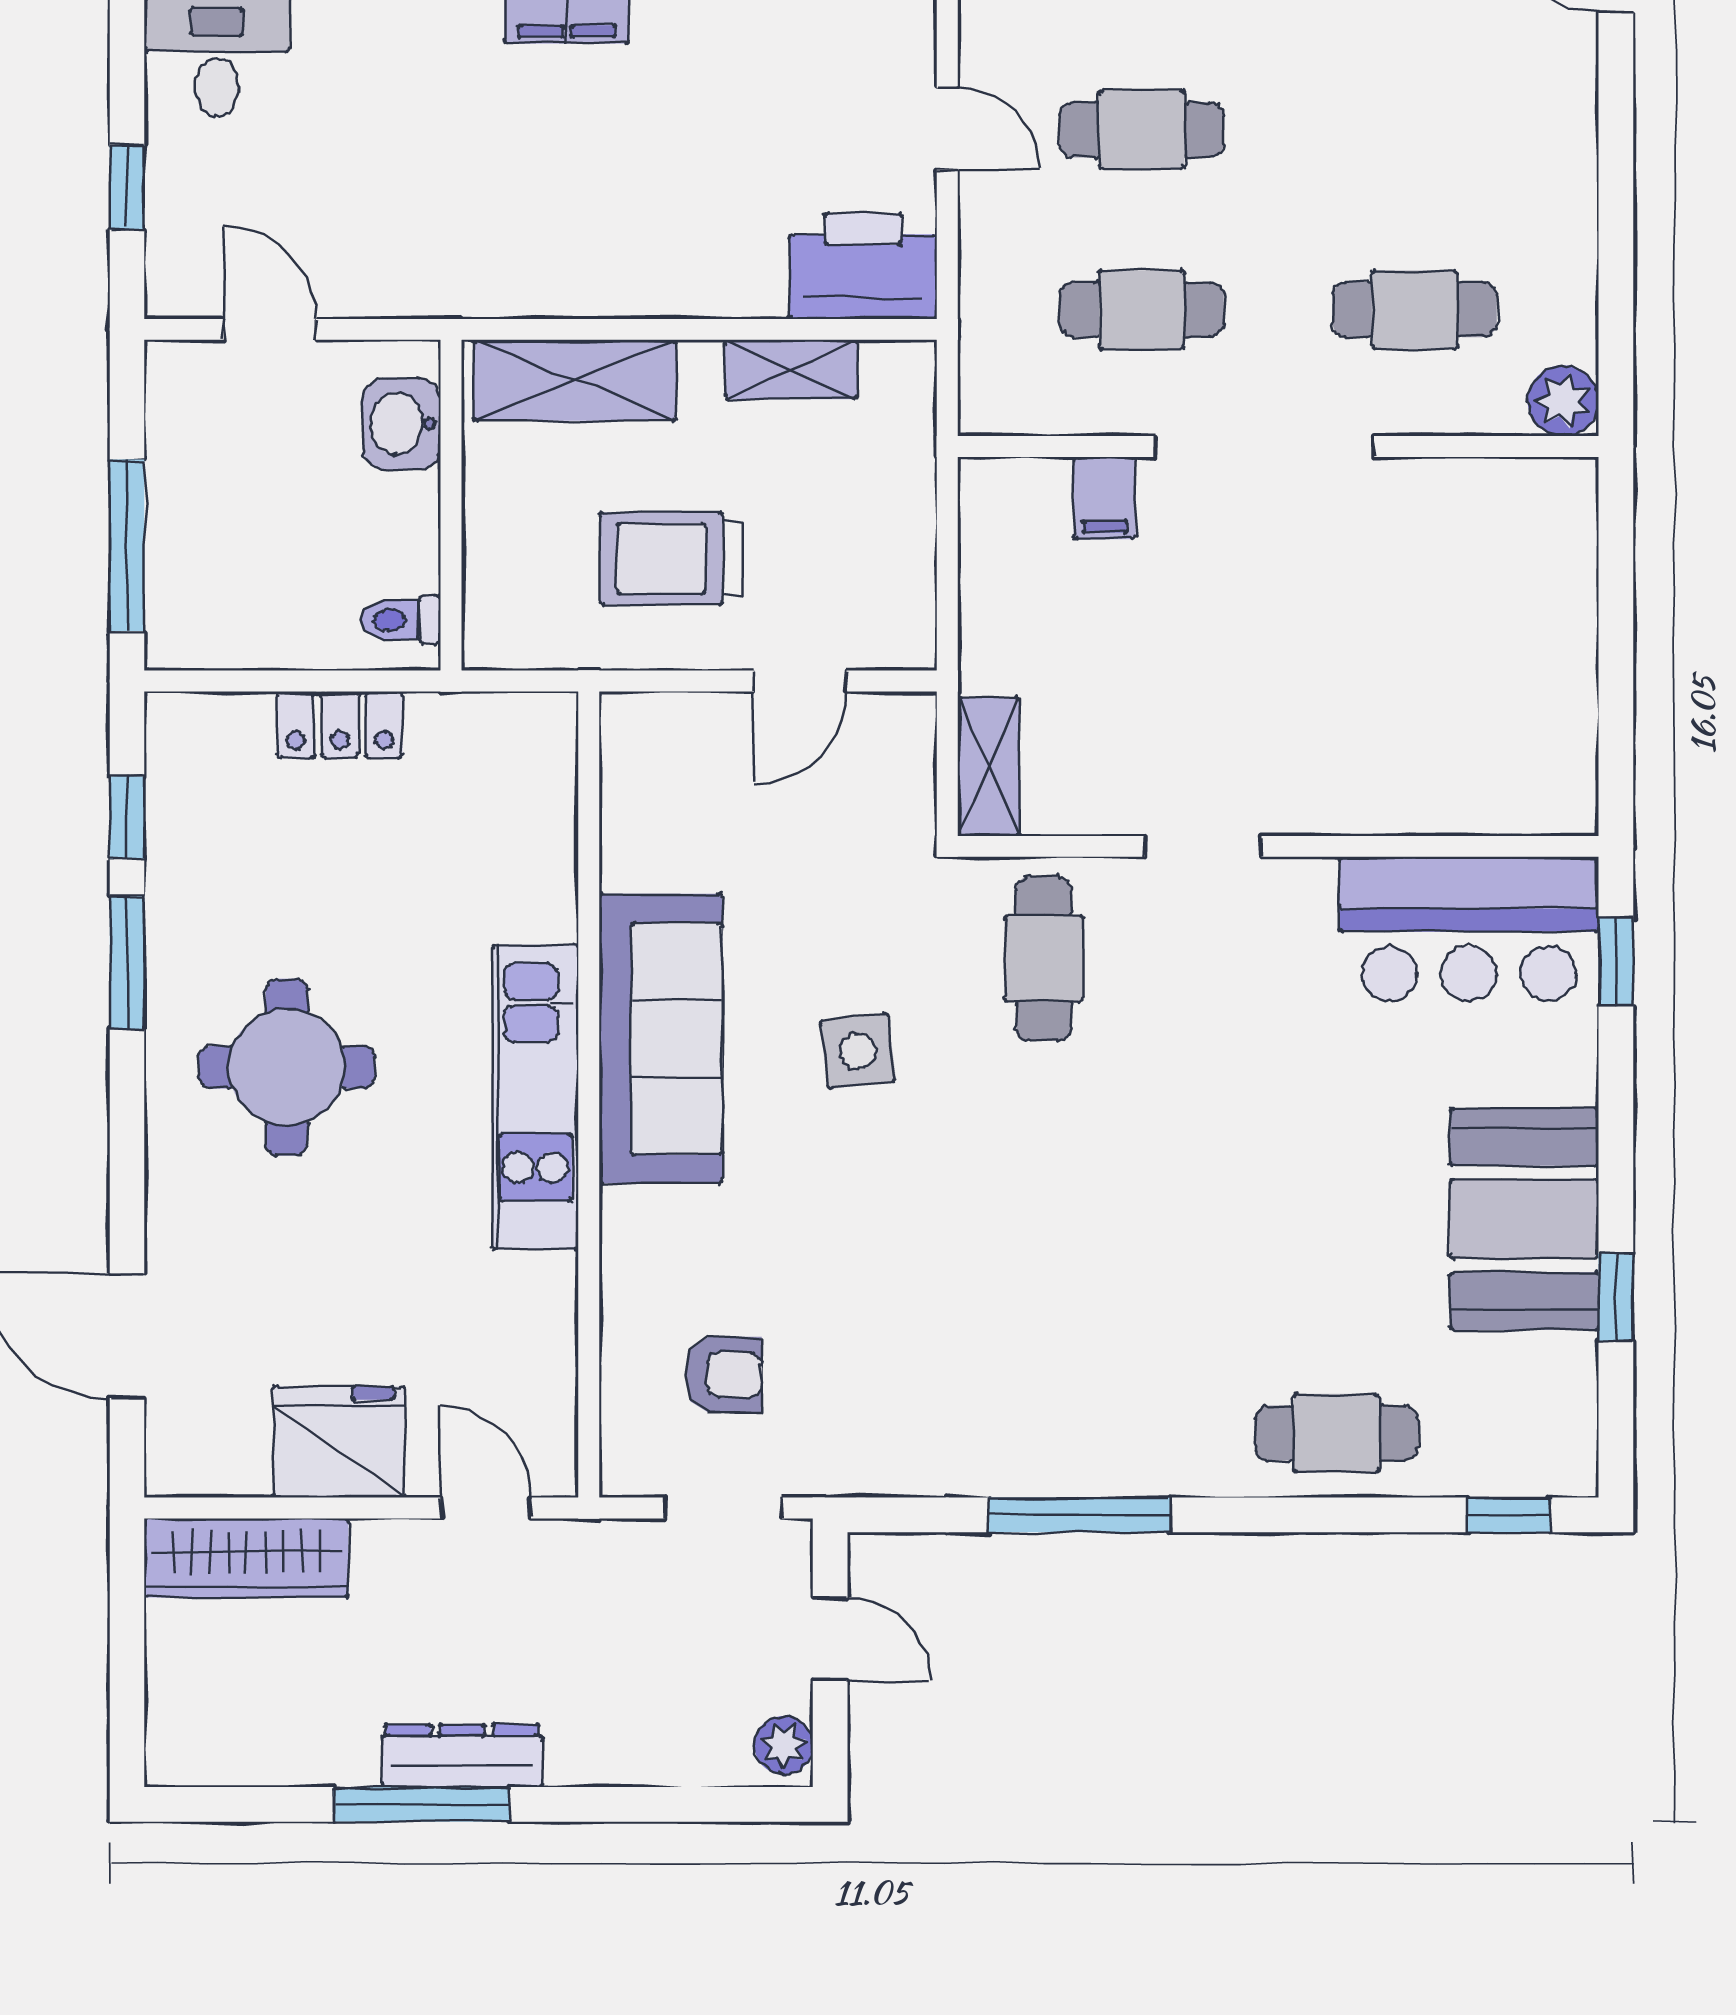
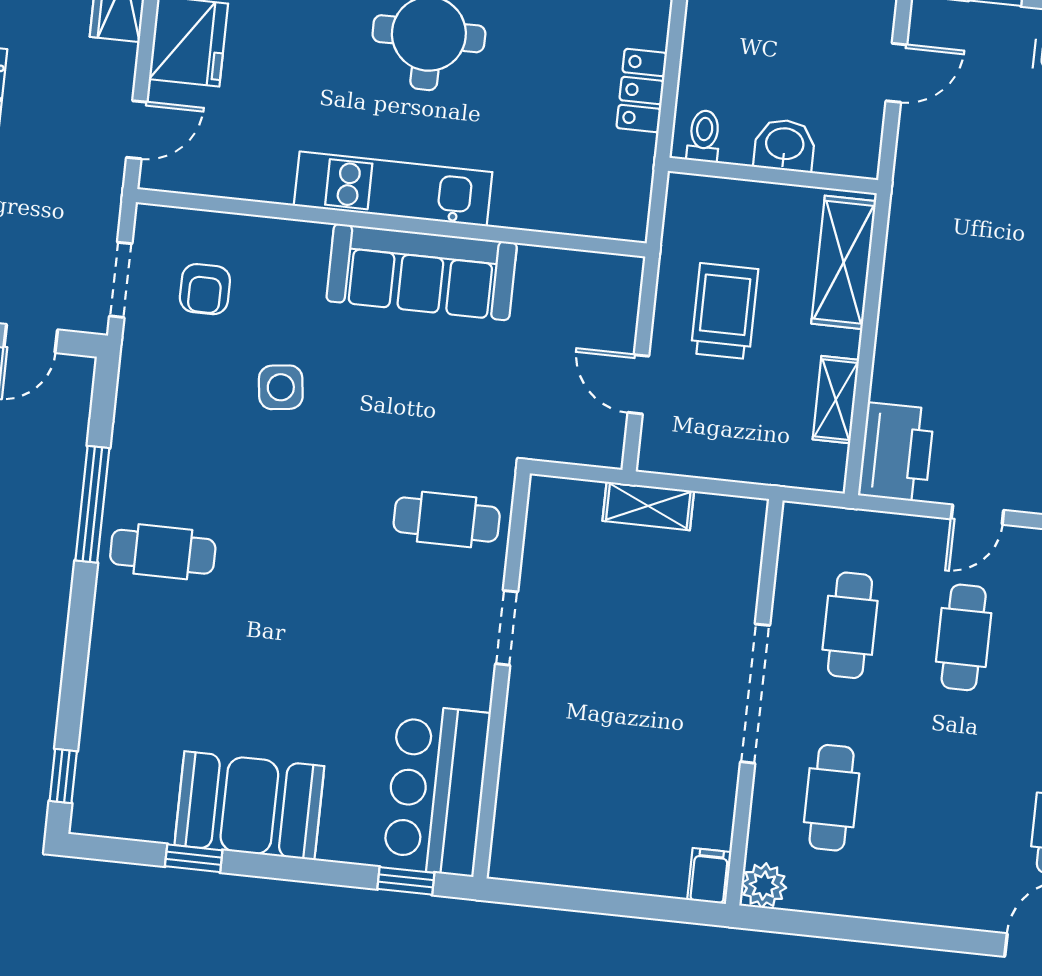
washbasin: (402, 424) -> (785, 145), moved
filing cabinet: (1105, 498) -> (709, 876), moved, turned 90
shelving: (989, 767) -> (648, 506), moved
side table: (858, 1051) -> (281, 387), moved
cafe table: (1336, 1433) -> (163, 552), moved, turned 90

